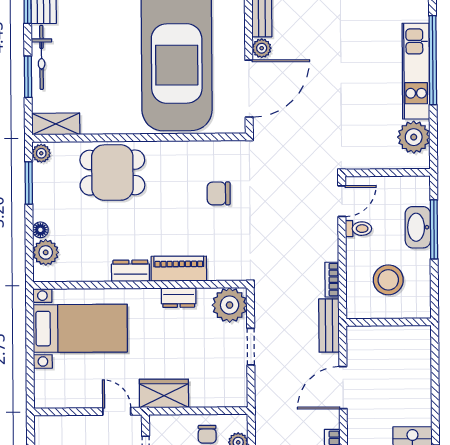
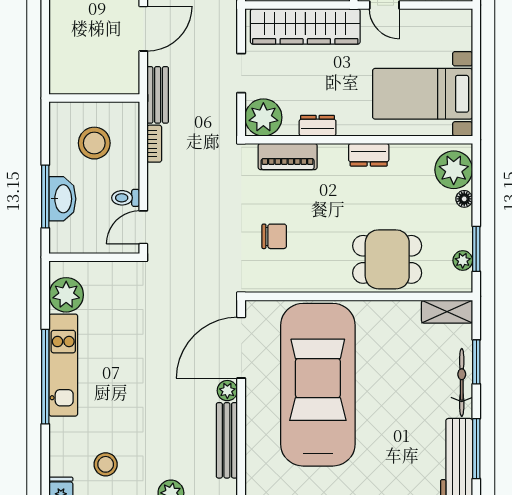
plant: (41, 153) -> (463, 260), moved
plant: (46, 252) -> (454, 170), width x1.36, depth x1.36
piano: (179, 269) -> (288, 157), moved
wardrobe: (164, 393) -> (305, 26), width x2.10, depth x1.17

